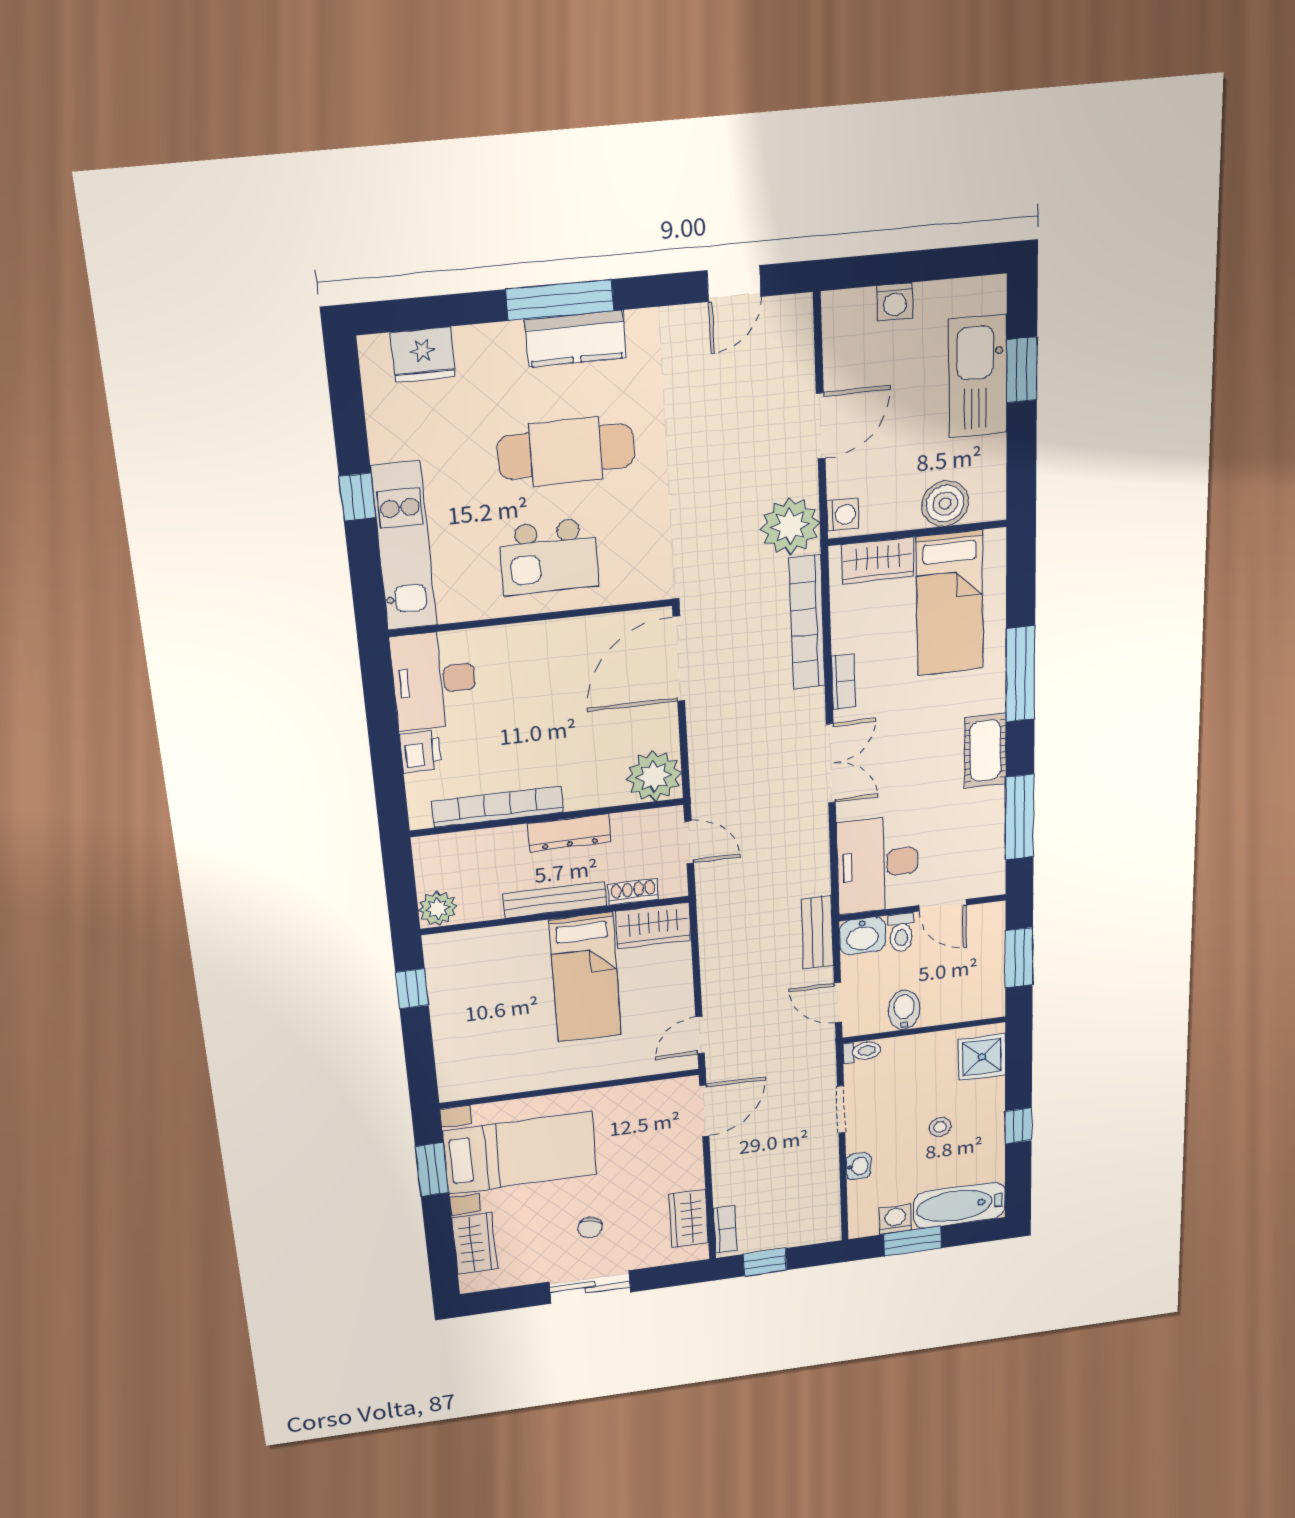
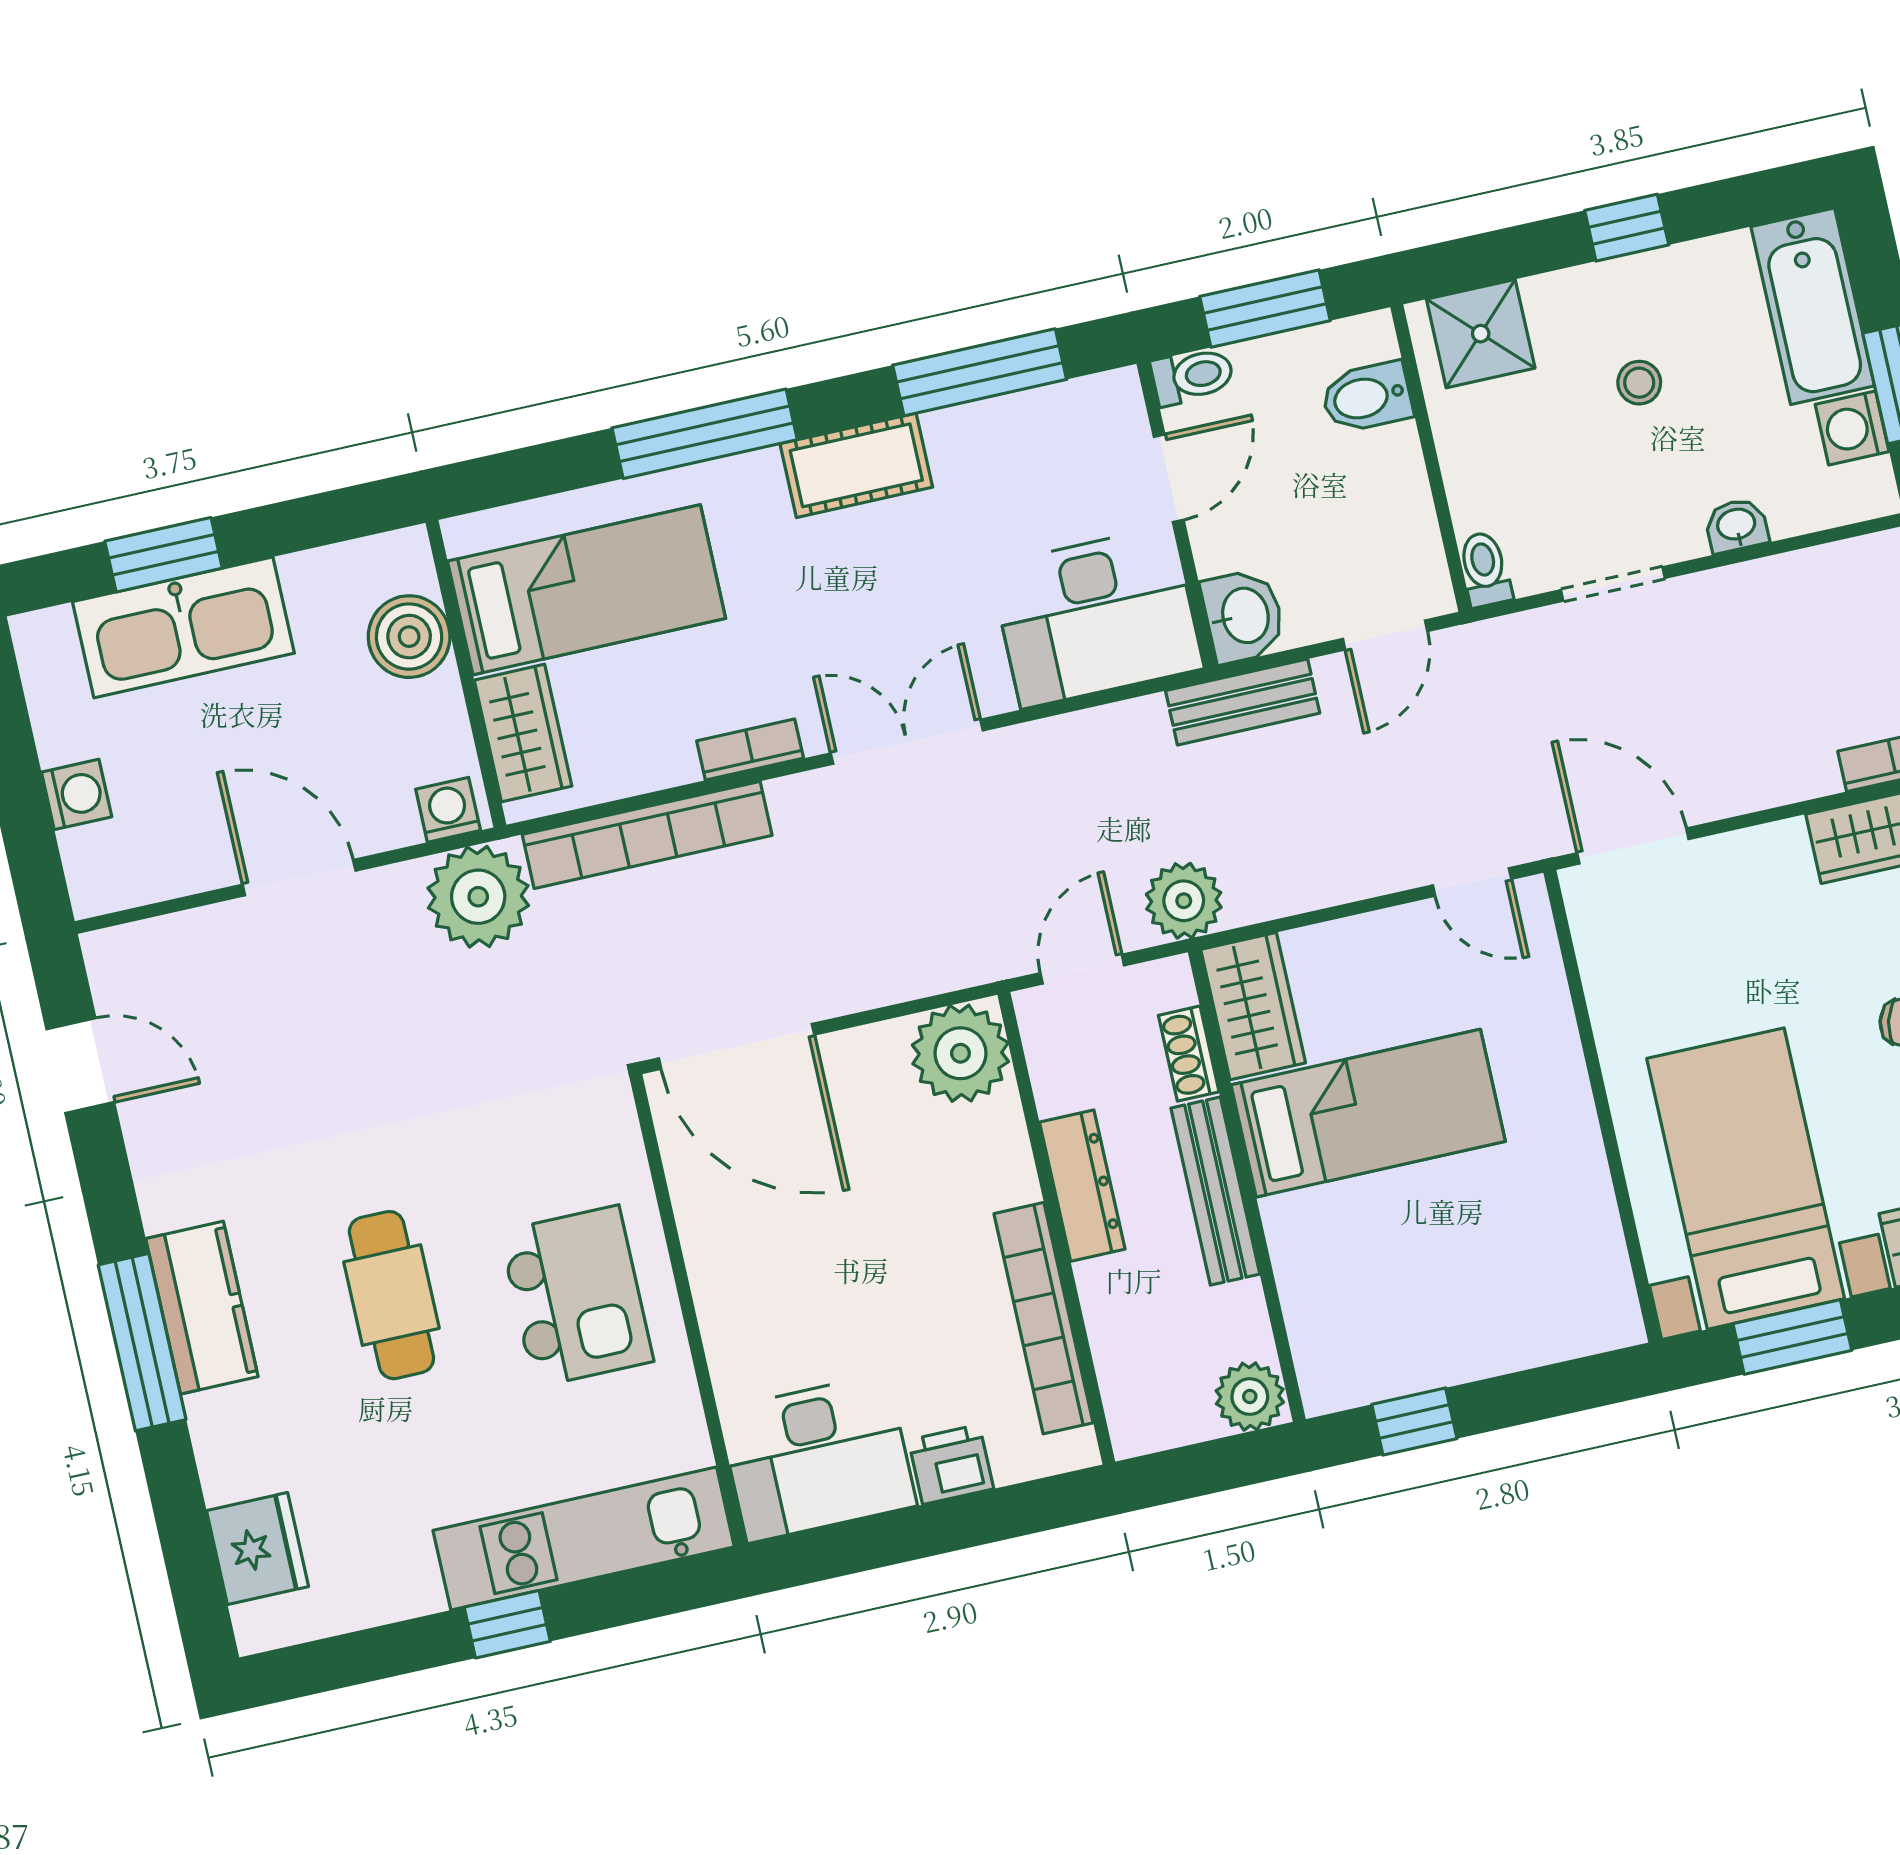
cafe table: (566, 451) -> (391, 1295), width x0.73, depth x0.74
plant: (717, 896) -> (1184, 901), added
toilet: (901, 932) -> (1193, 376), moved
bidet: (904, 1010) -> (1367, 397), moved

